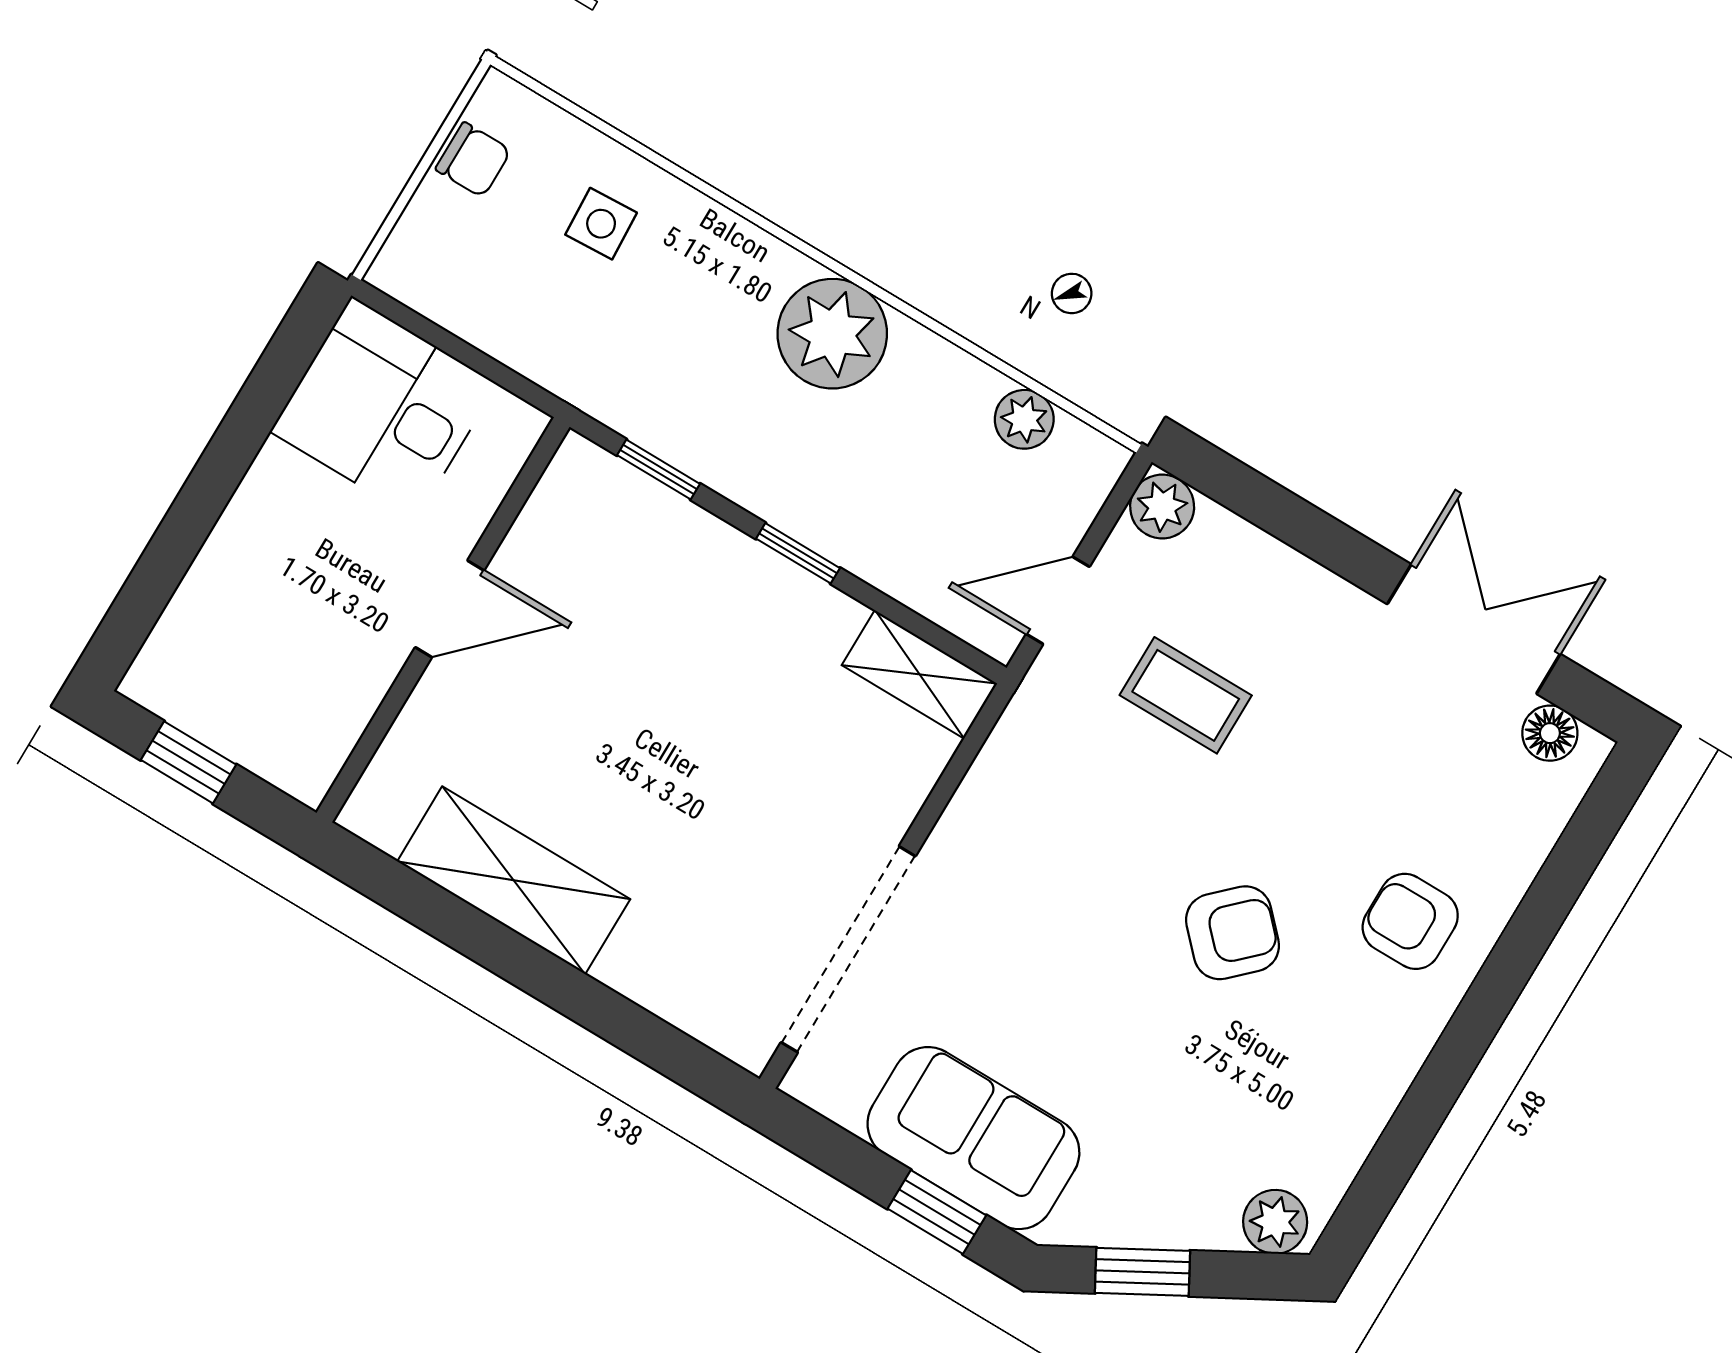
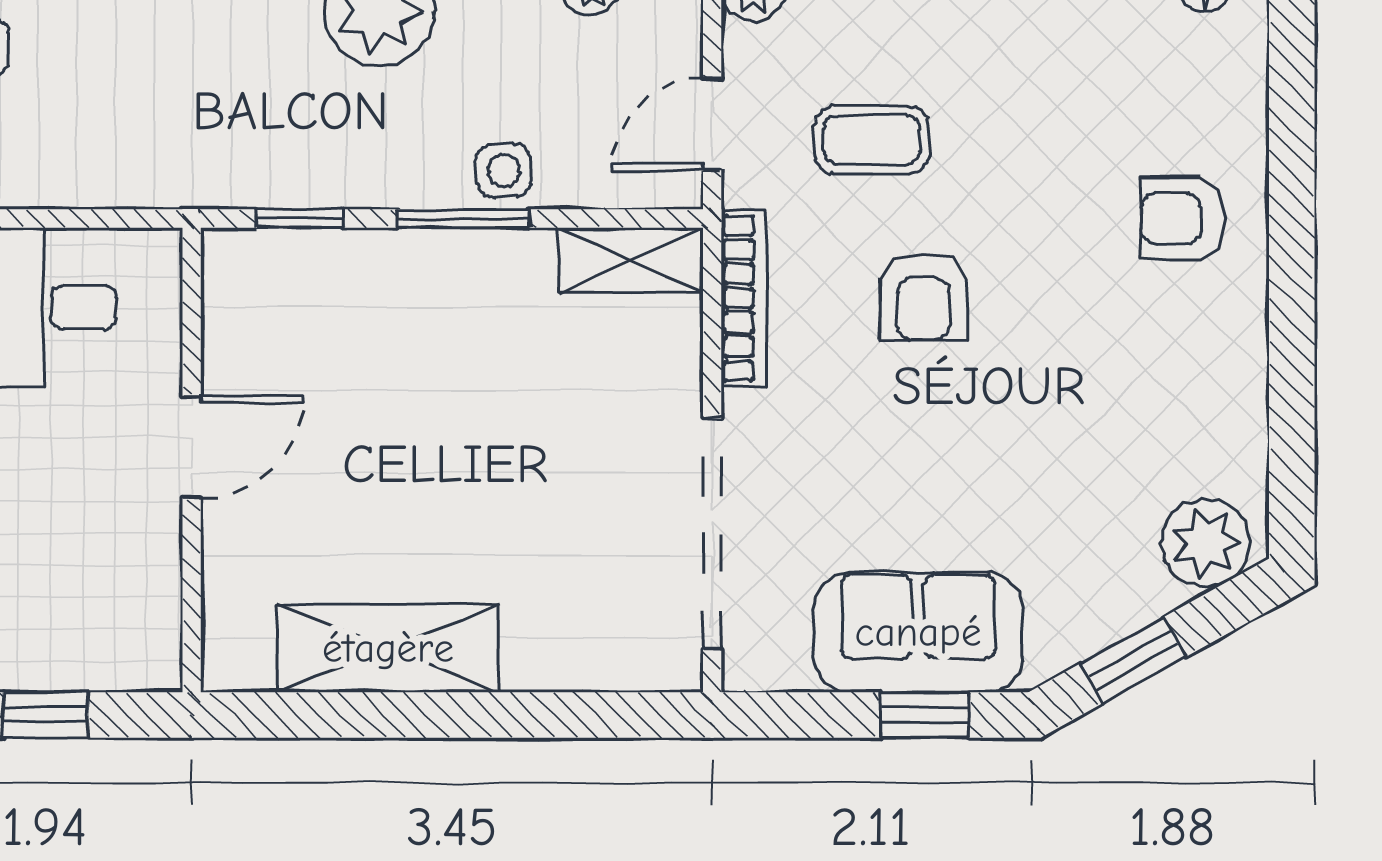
side table: (601, 224) -> (504, 171), moved
window: (798, 553) -> (463, 218), width x1.50
bookcase: (996, 765) -> (744, 298), added
armchair: (1233, 933) -> (923, 297), moved, turned 134
plant: (1275, 1222) -> (1205, 543), width x1.38, depth x1.38

